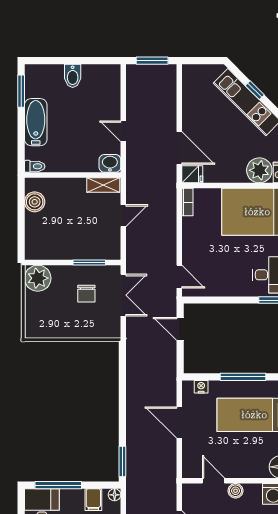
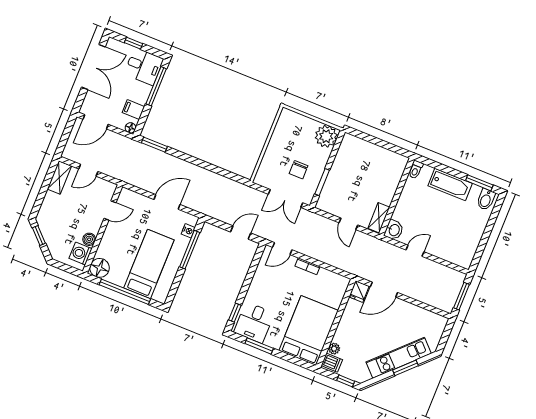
bidet: (73, 76) -> (486, 199), moved, turned -90
window: (255, 90) -> (405, 368), width x1.50
plant: (259, 170) -> (334, 349), width x0.53, depth x0.53
boiler: (35, 202) -> (387, 158), removed
bookcase: (187, 202) -> (307, 266), moved
chair: (86, 294) -> (299, 170), turned -90
window: (243, 377) -> (190, 250), moved
boiler: (236, 491) -> (89, 239), moved

